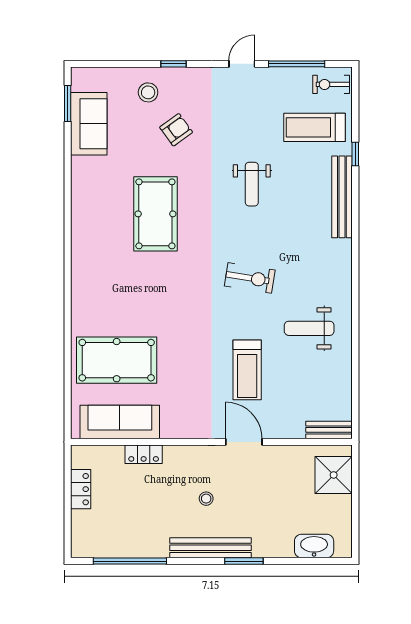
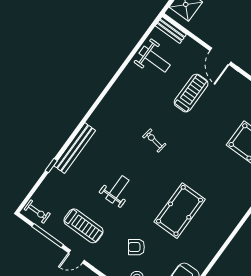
treadmill: (315, 127) -> (84, 226), moved
exercise bike: (250, 278) -> (154, 141), width x0.73, depth x0.72
weight bench: (309, 328) -> (155, 59), moved

